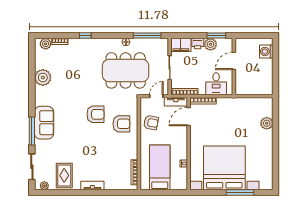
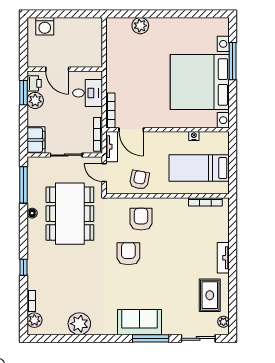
printer: (198, 43) -> (34, 83), moved
rug: (64, 175) -> (210, 295), turned 90

